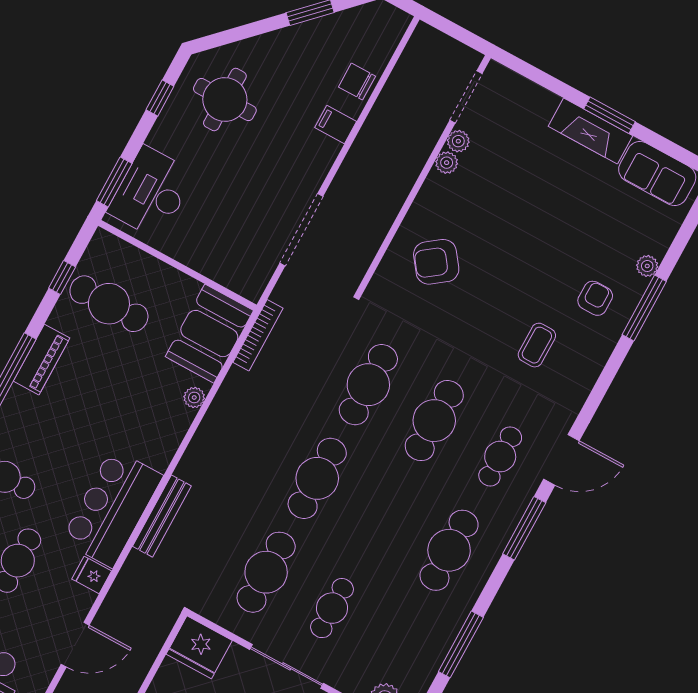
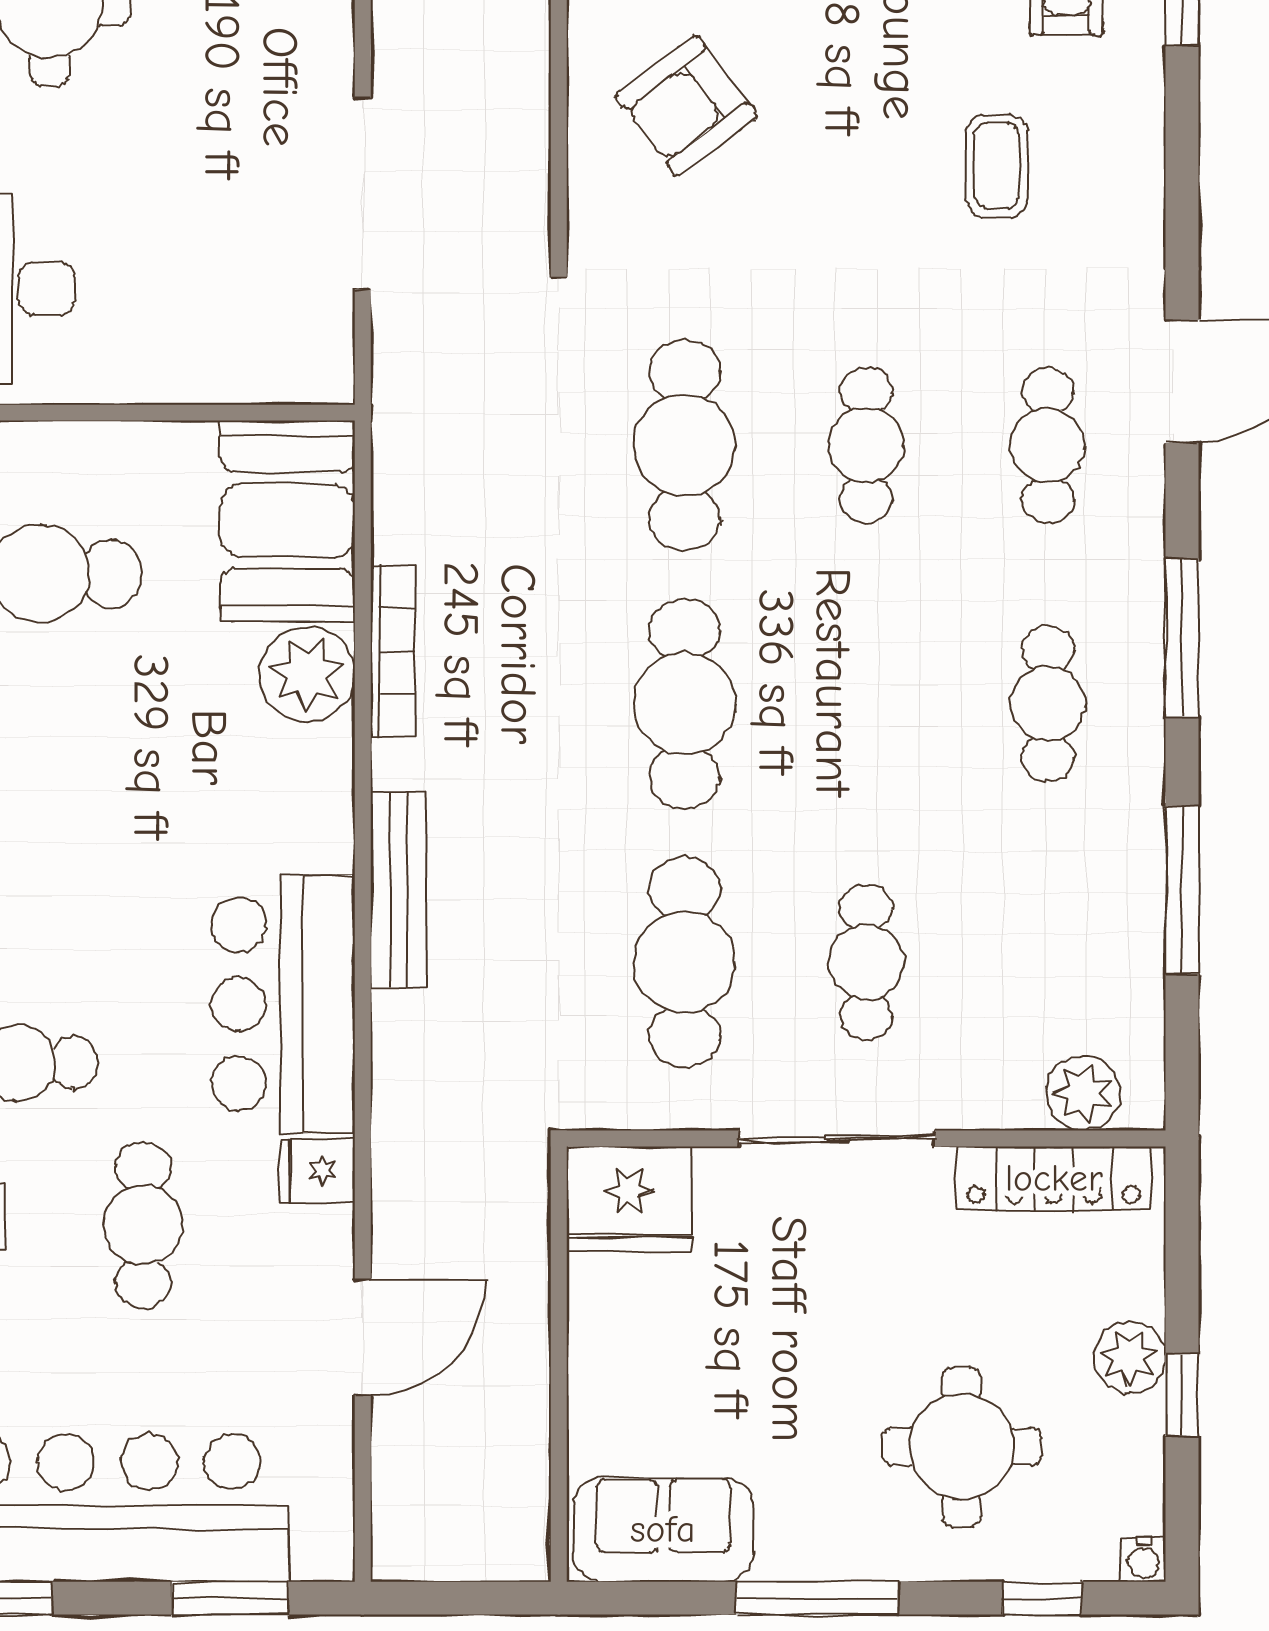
bookcase: (258, 335) -> (393, 651), moved
plant: (194, 397) -> (307, 674), width x1.88, depth x1.88
cafe table: (434, 421) -> (866, 445), width x0.73, depth x0.74
bench: (162, 516) -> (398, 890), moved
window: (524, 528) -> (1182, 638), moved
cafe table: (449, 550) -> (1048, 704), width x0.73, depth x0.74

